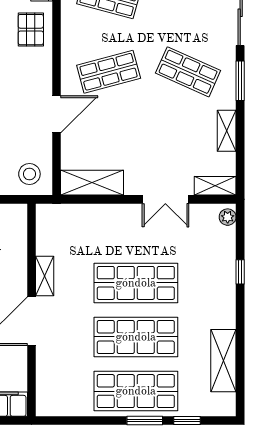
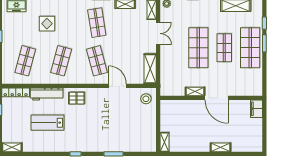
shop shelf: (188, 72) -> (97, 23), turned -33
shop shelf: (136, 337) -> (224, 48), width x0.70, depth x0.74

